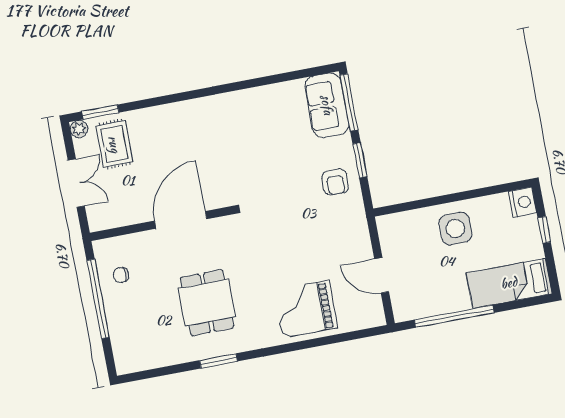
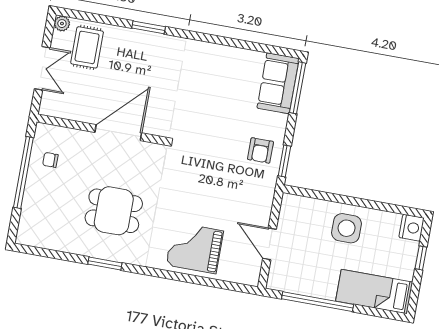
window: (100, 112) -> (149, 27), moved
window: (360, 160) -> (284, 161), moved
dining table: (207, 303) -> (114, 211), turned 90

